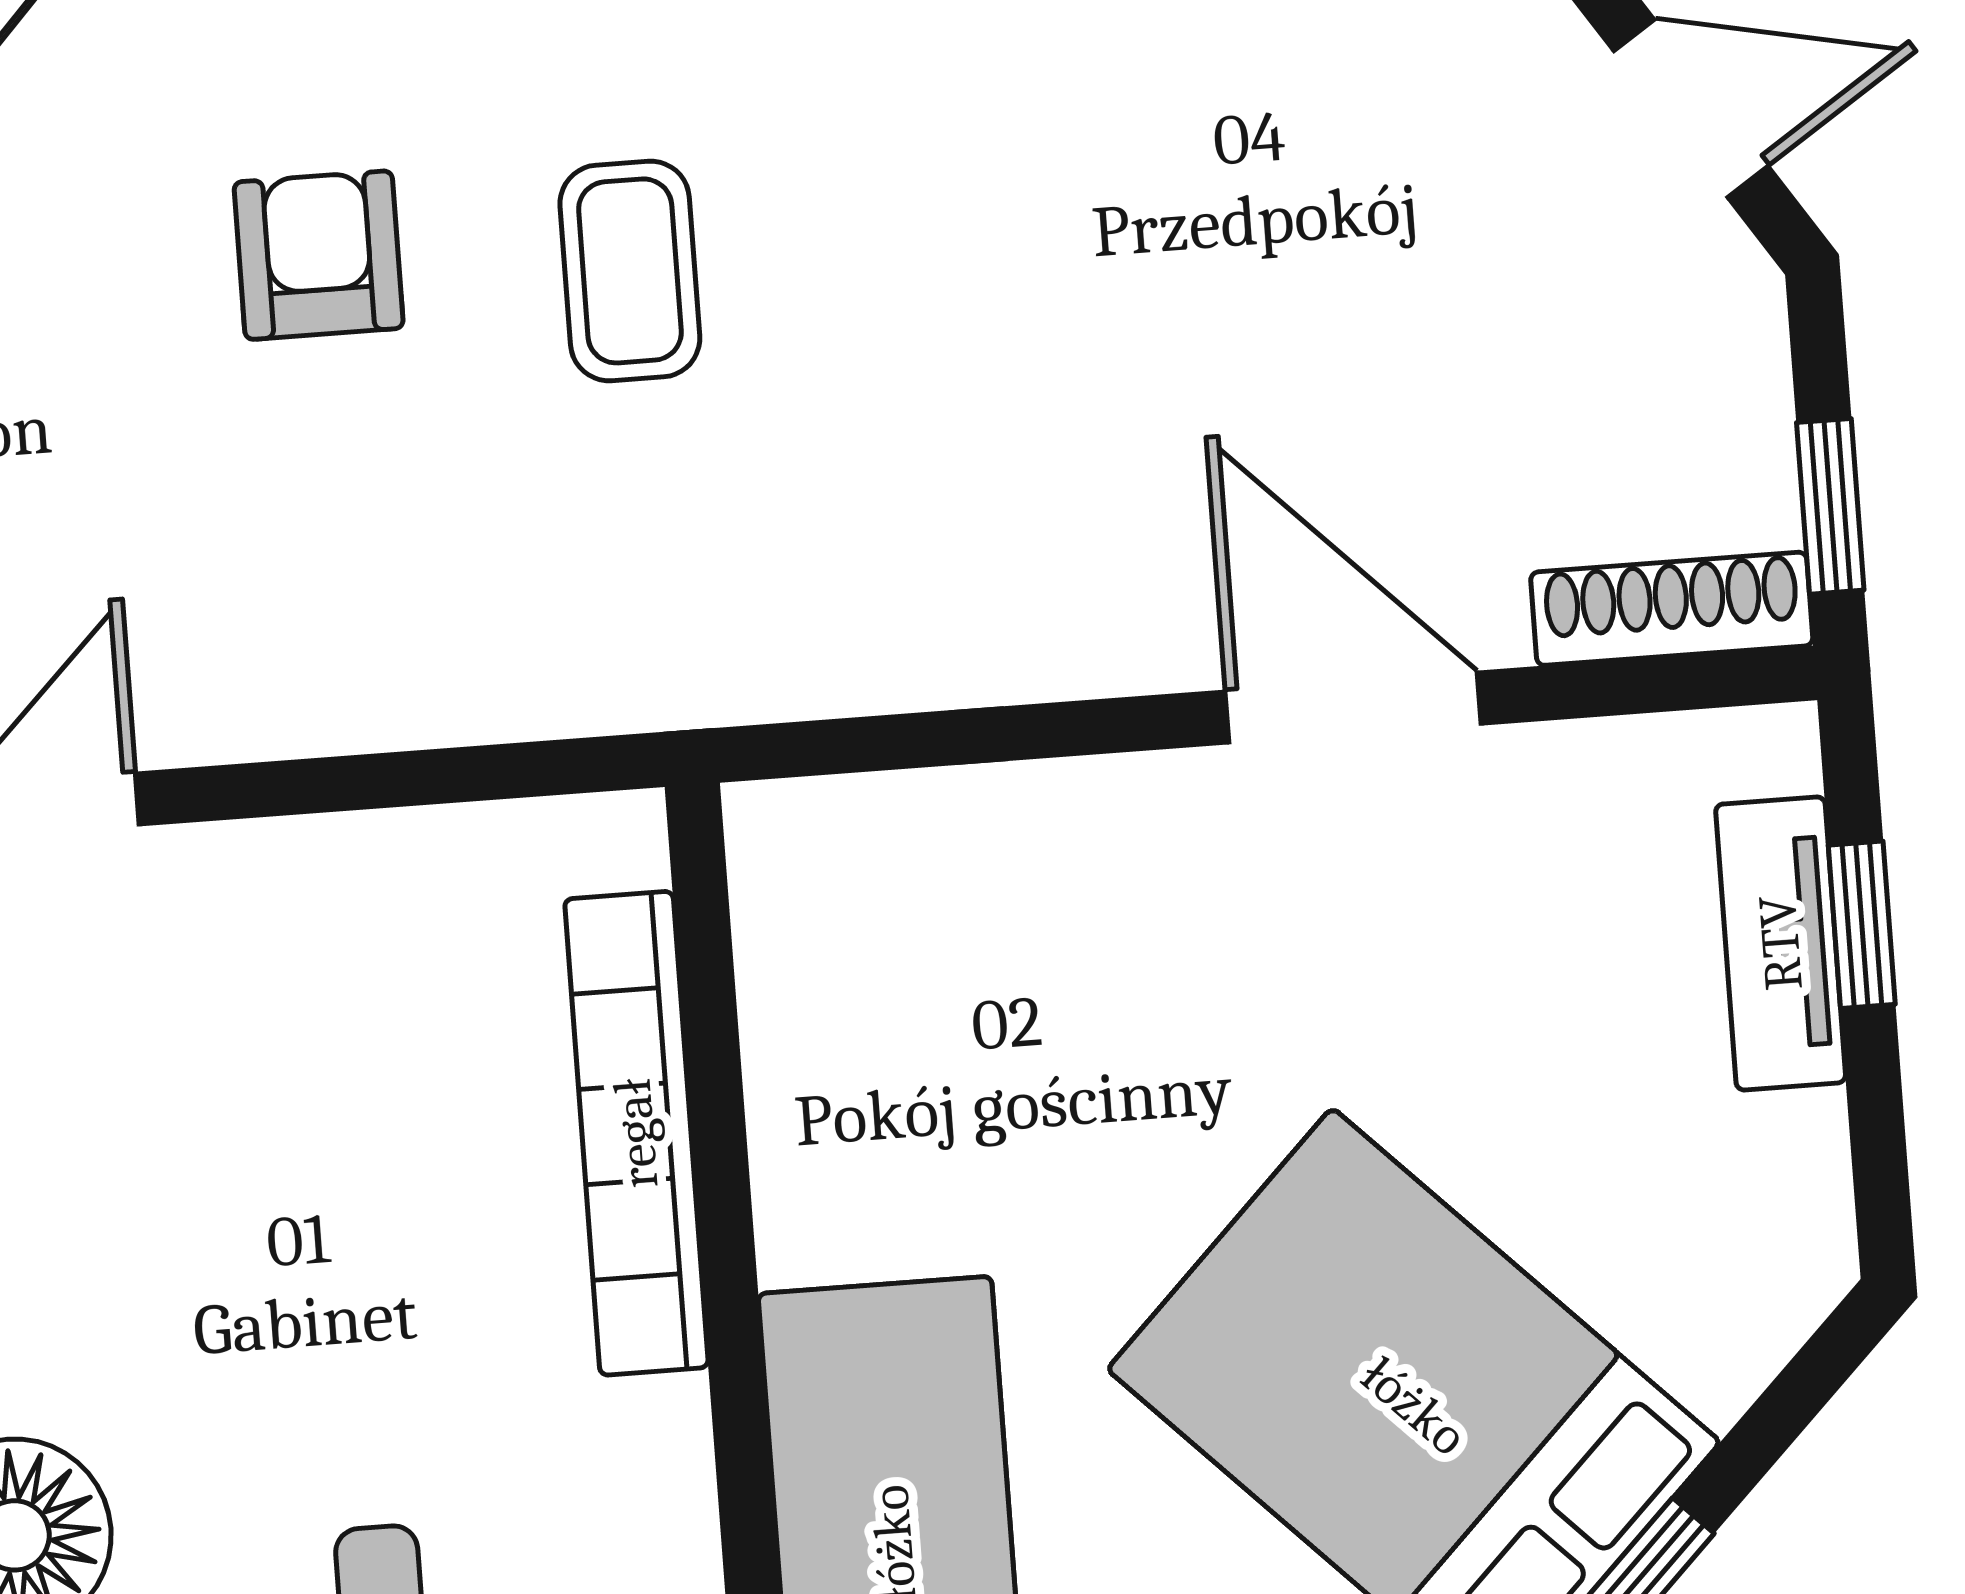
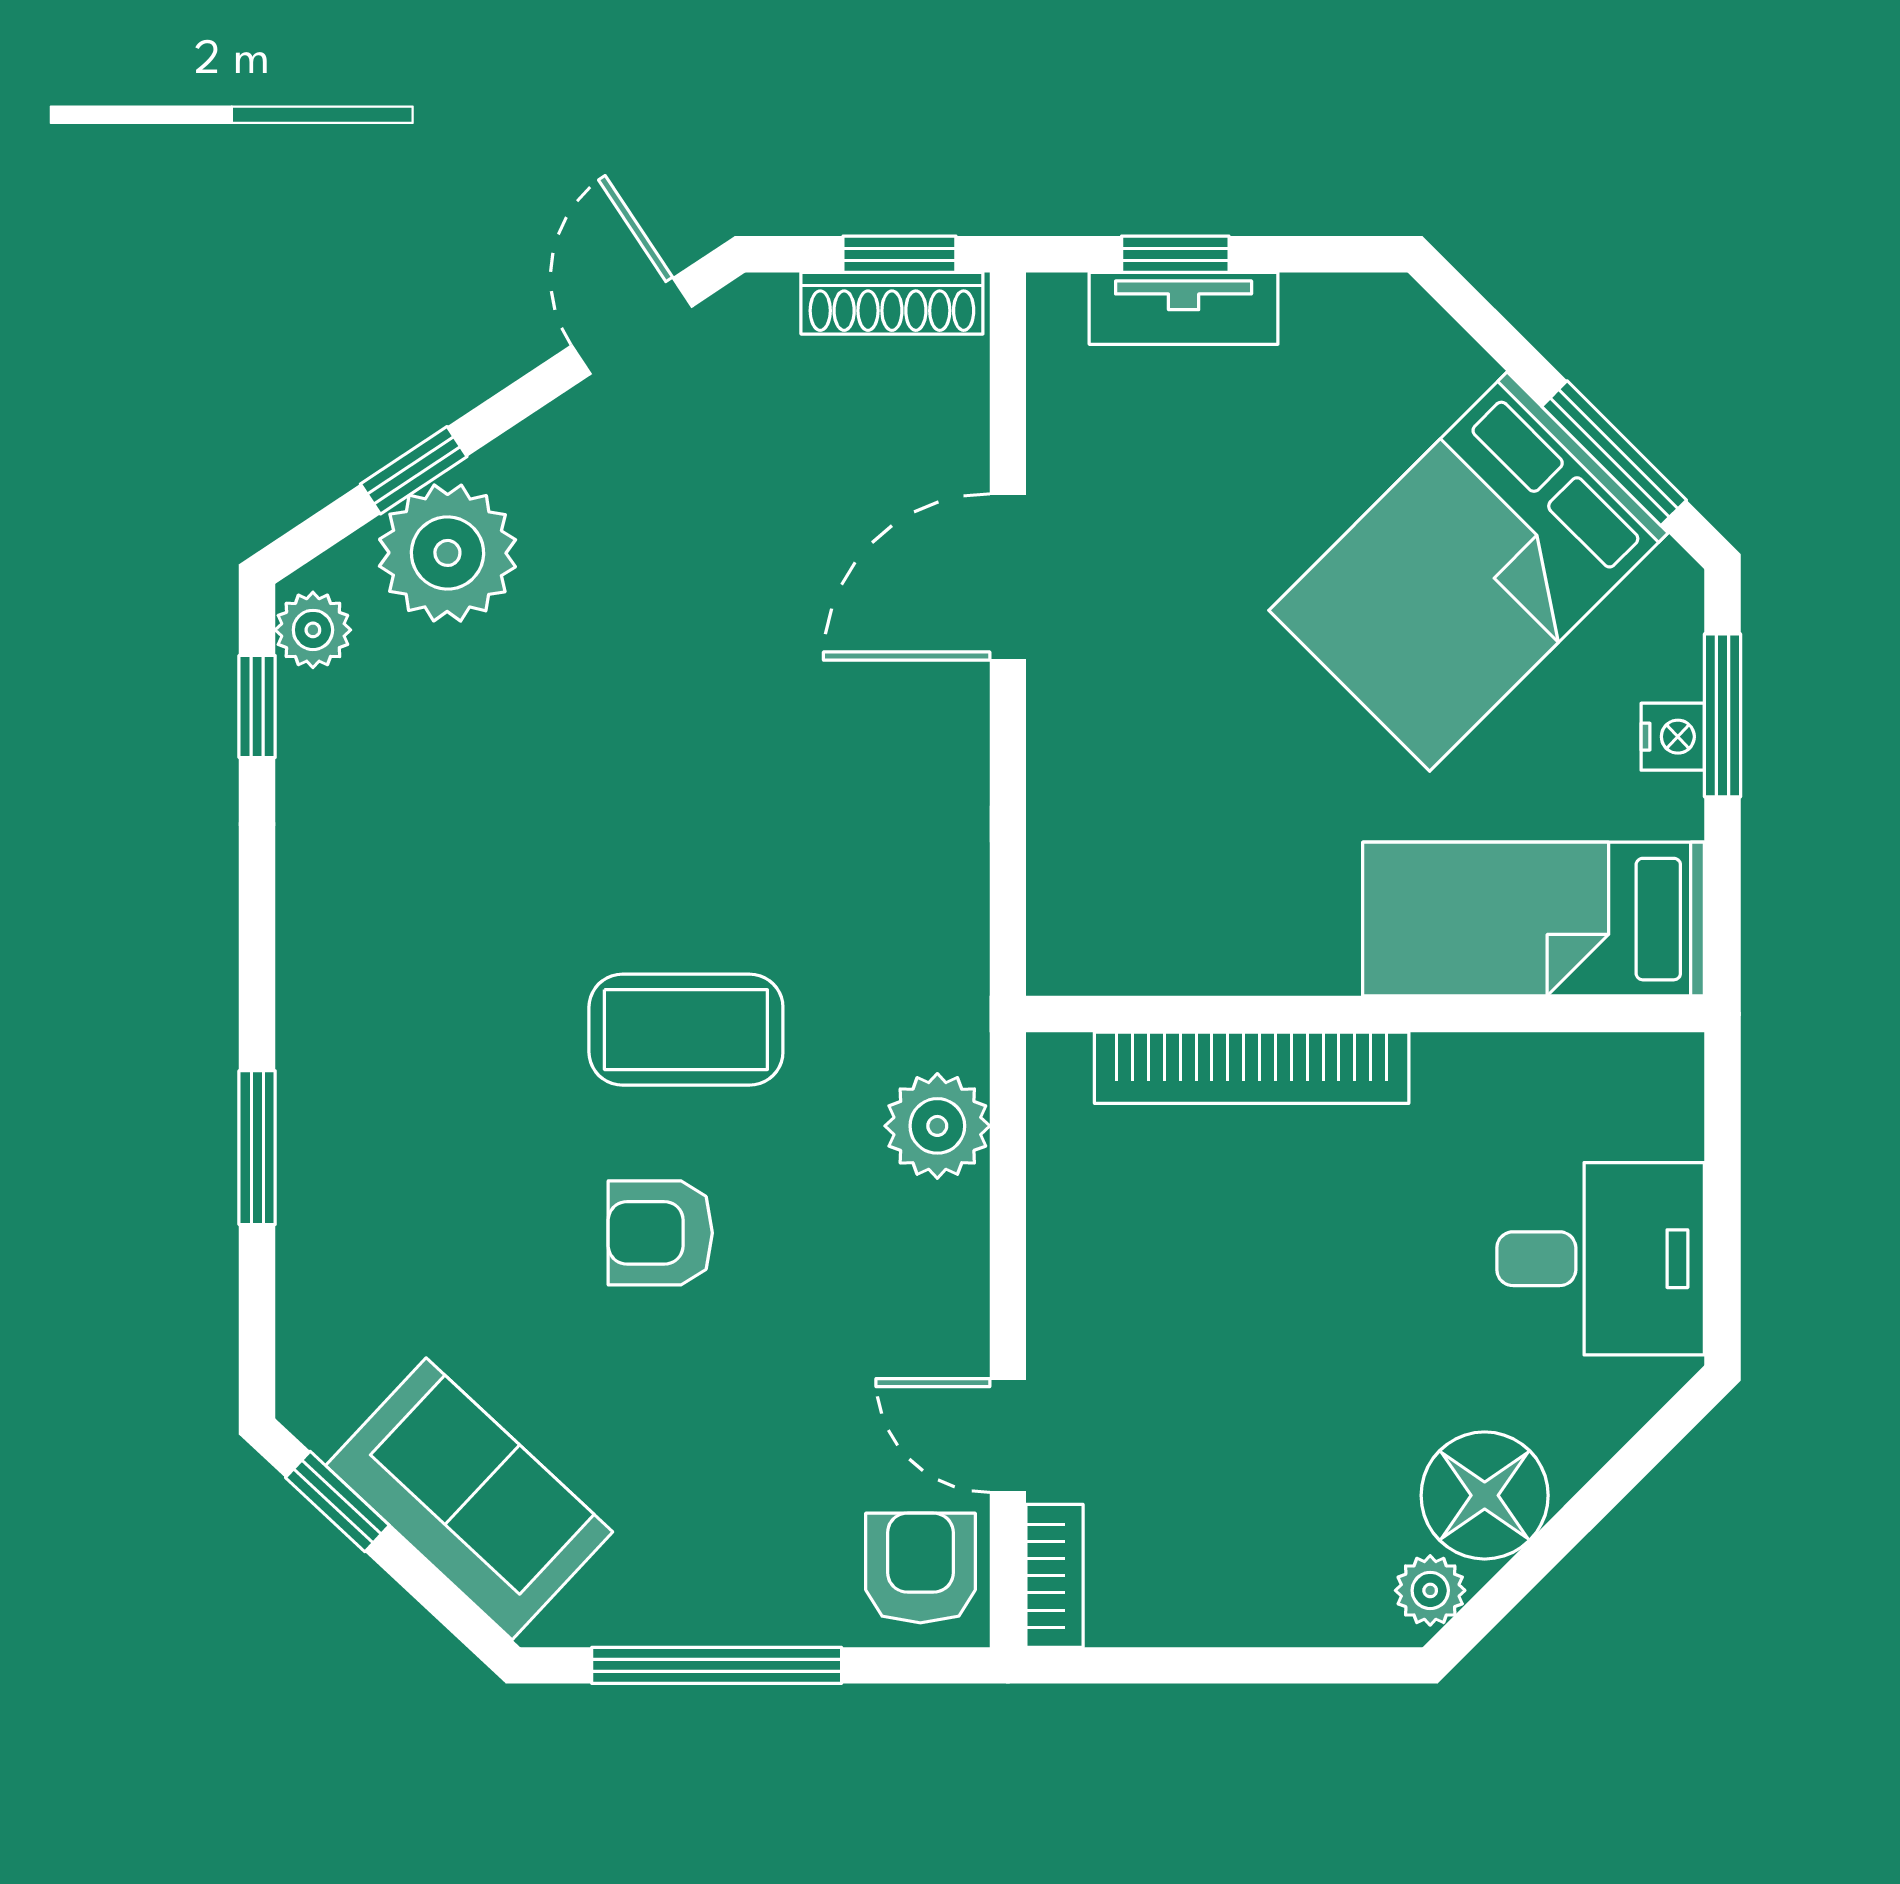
coffee table: (630, 271) -> (686, 1030), width x1.36, depth x1.30
shoe rack: (1672, 609) -> (892, 303), moved, turned -90
plant: (512, 663) -> (937, 1126), added

